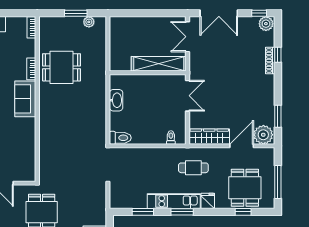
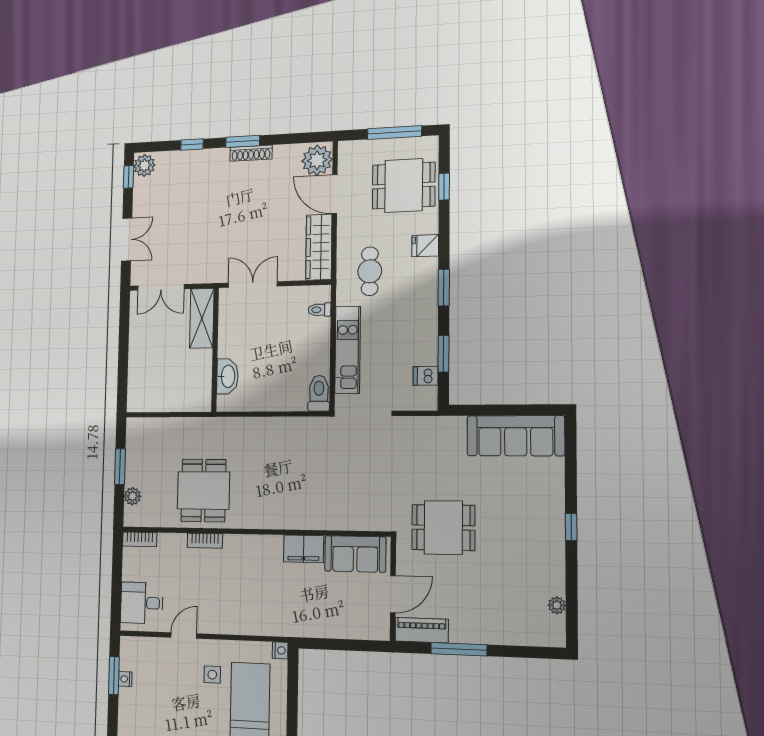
double door: (219, 13) -> (127, 239), width x0.73
plant: (89, 22) -> (132, 496), moved
shoe rack: (270, 61) -> (251, 153), moved
shelving: (159, 64) -> (202, 318), width x0.68
sofa: (25, 99) -> (355, 554), moved
washbasin: (116, 100) -> (227, 376), moved, turned 90
window: (278, 116) -> (243, 141), moved
filing cabinet: (28, 130) -> (304, 549), added
dishwasher: (130, 201) -> (426, 376), added
kitchen unit: (174, 201) -> (348, 350), moved, turned 180

